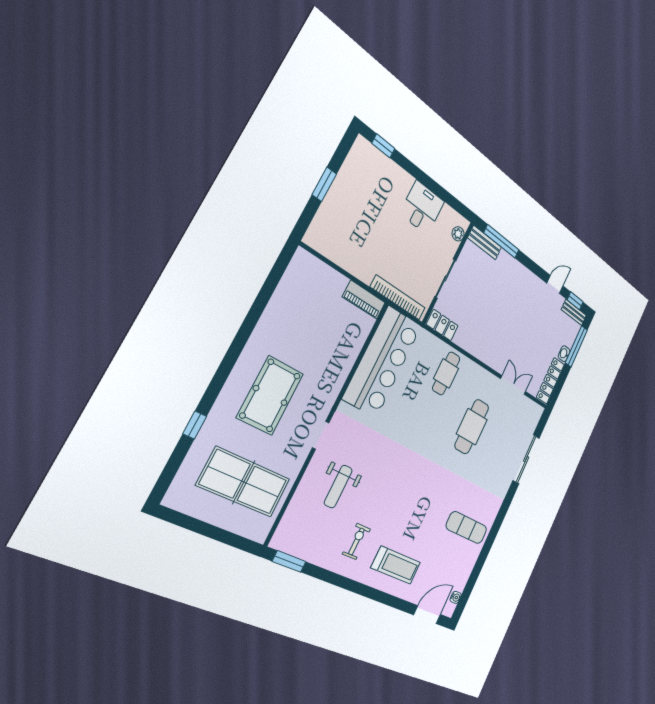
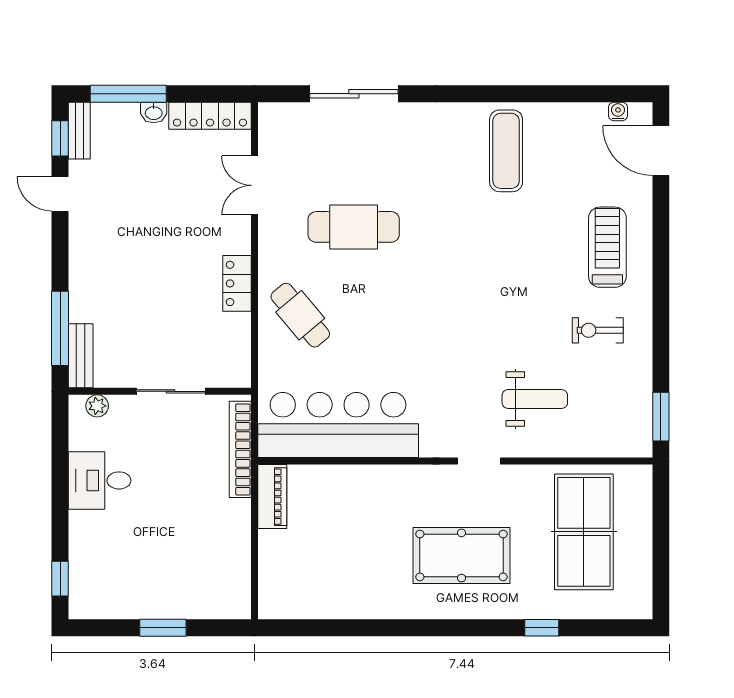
locker: (442, 325) -> (237, 283), moved
cafe table: (446, 373) -> (300, 315), turned 50

